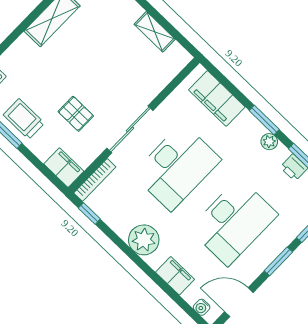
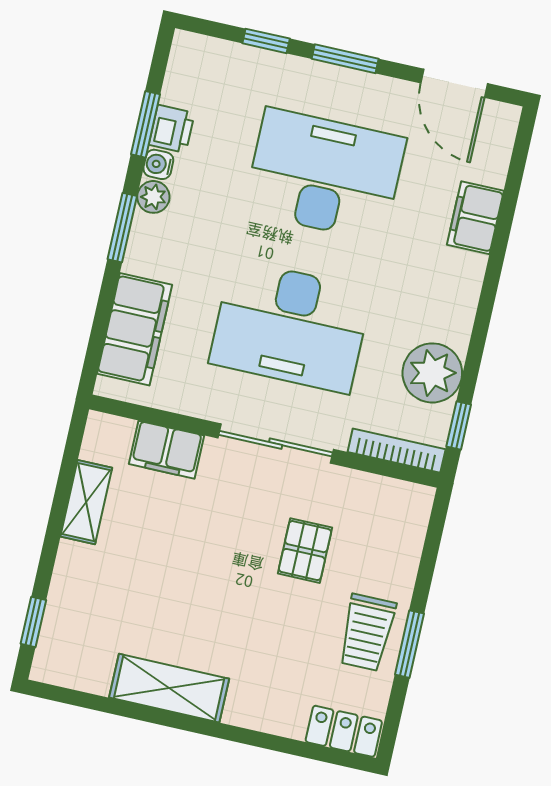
desk: (177, 167) -> (291, 326), turned 180
filing cabinet: (64, 168) -> (166, 450), moved, turned -90
plant: (144, 240) -> (432, 373), moved
water cooler: (202, 307) -> (158, 164), moved, turned 180

